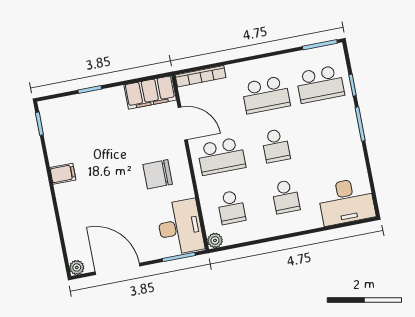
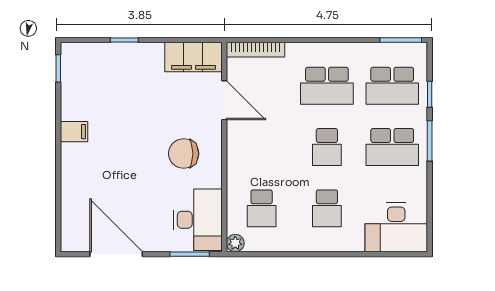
school desk: (221, 156) -> (392, 147), moved
plant: (77, 267) -> (69, 243), removed

